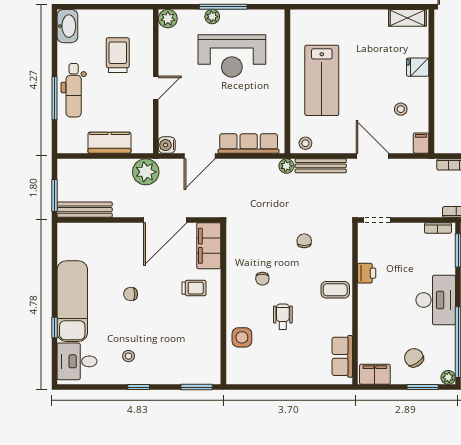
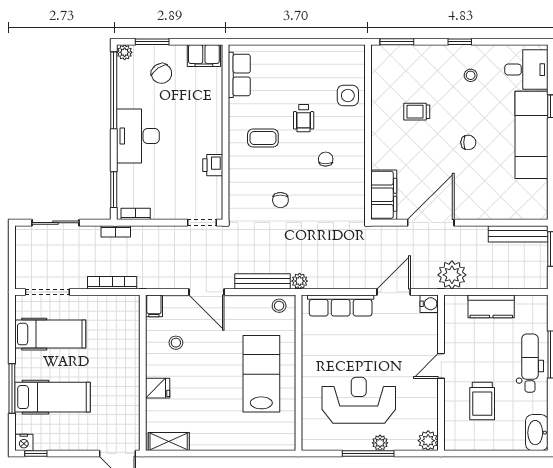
trolley: (194, 288) -> (417, 112), moved
coffee table: (335, 290) -> (263, 138), moved

